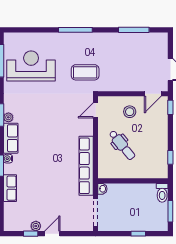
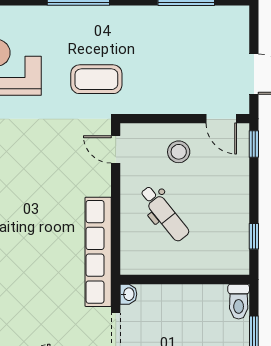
door: (153, 94) -> (221, 119), hinge flipped
door: (96, 110) -> (116, 149), hinge flipped

